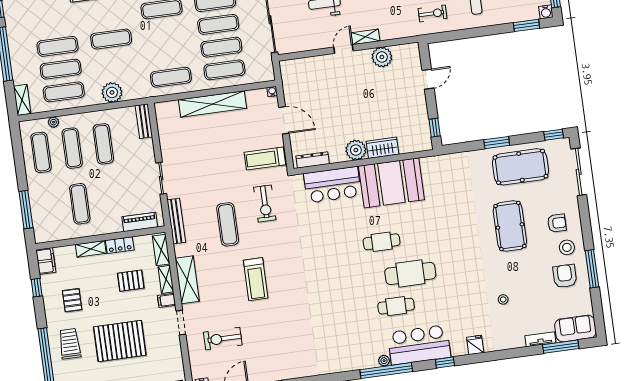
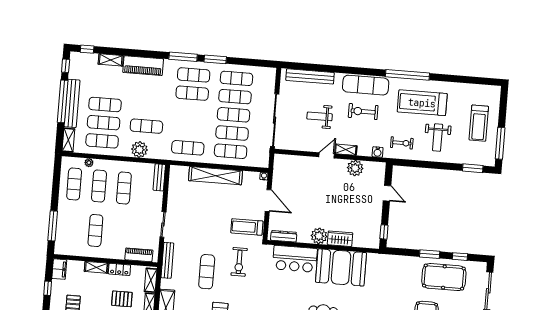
water cooler: (546, 12) -> (378, 152), moved
exercise mat: (111, 39) -> (146, 126), moved
bench: (17, 54) -> (72, 103), added
door: (428, 79) -> (387, 193), hinge flipped
window: (554, 135) -> (460, 257), moved

